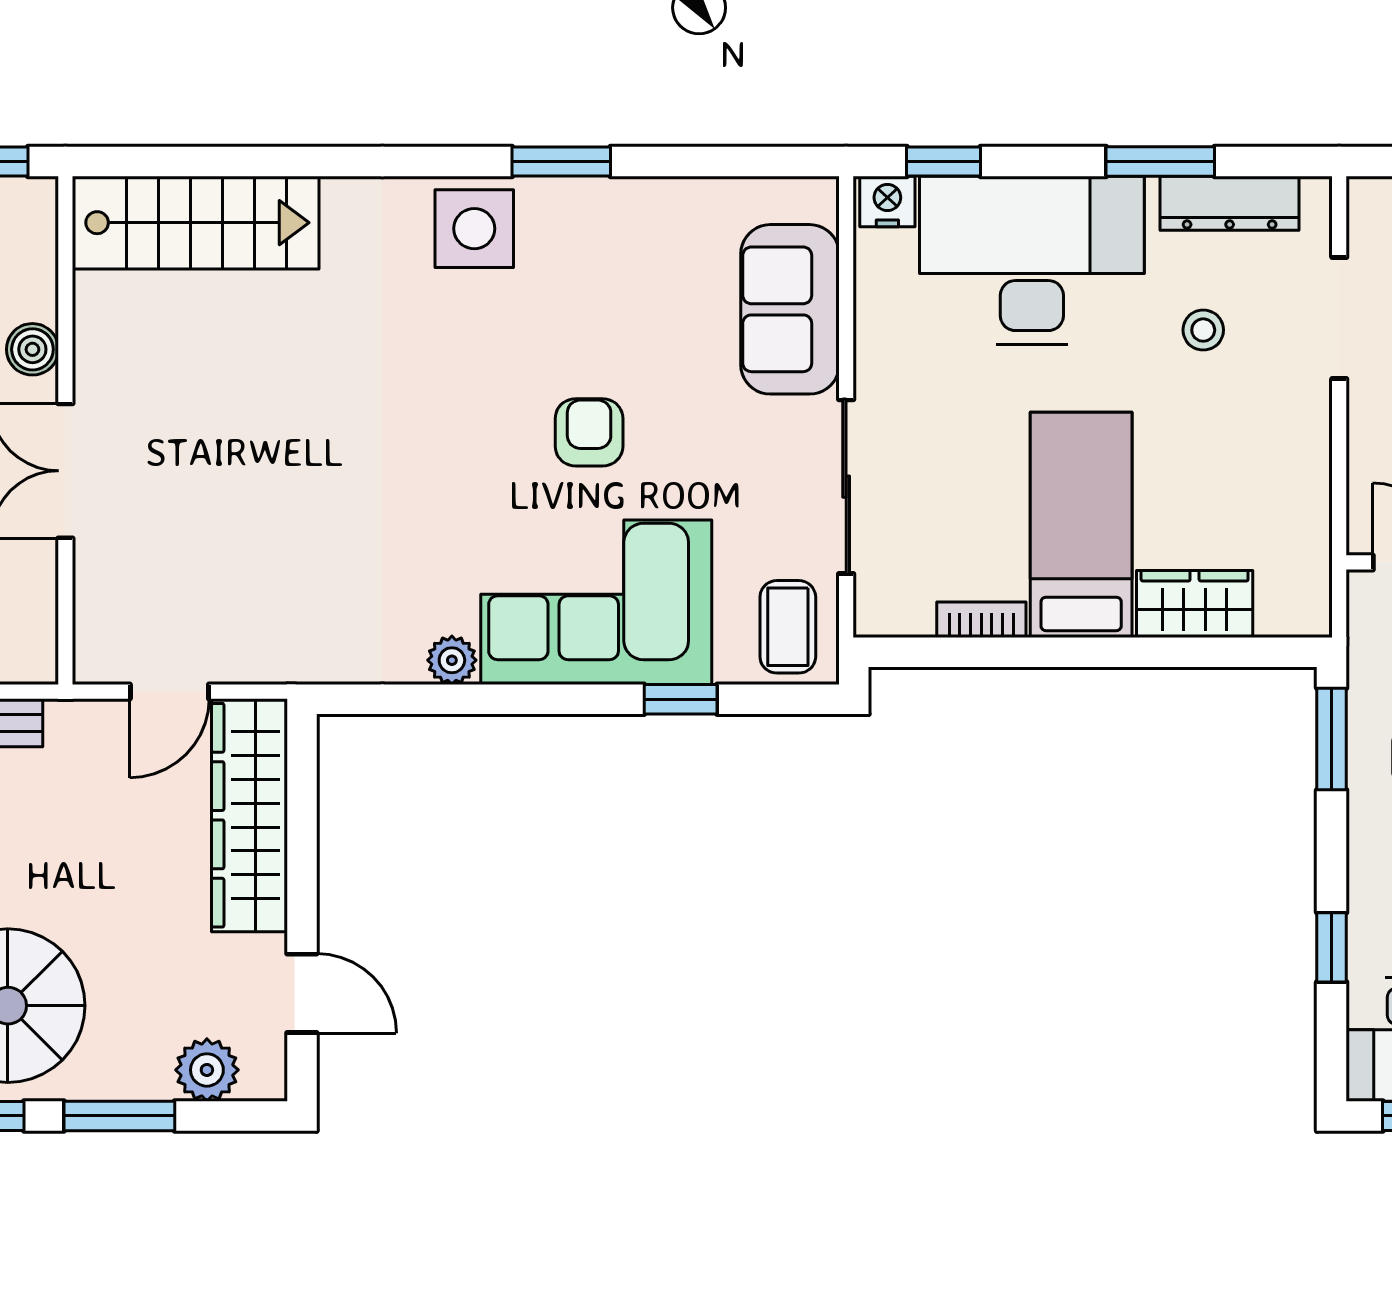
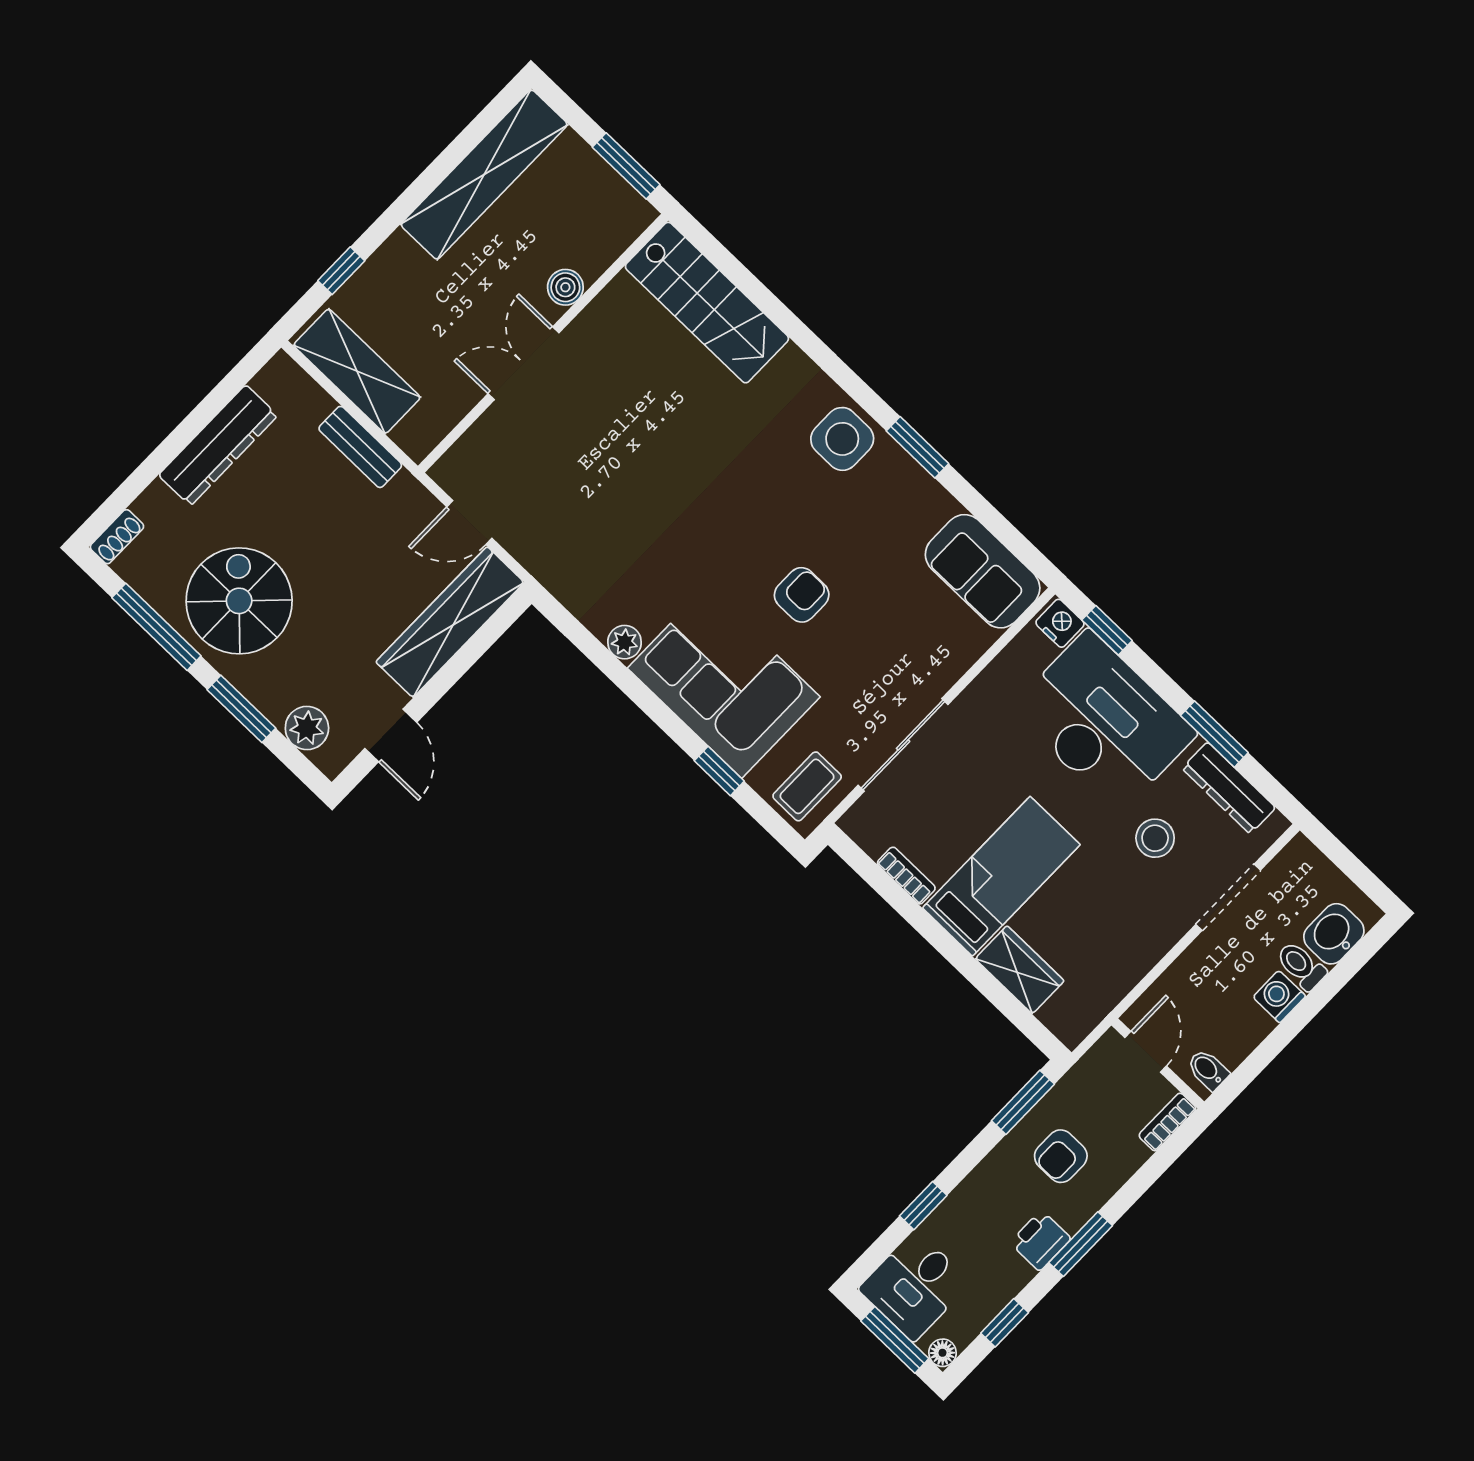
sofa: (790, 309) -> (983, 571), moved, turned -90
stool: (1203, 330) -> (1155, 838), width x1.37, depth x1.37

